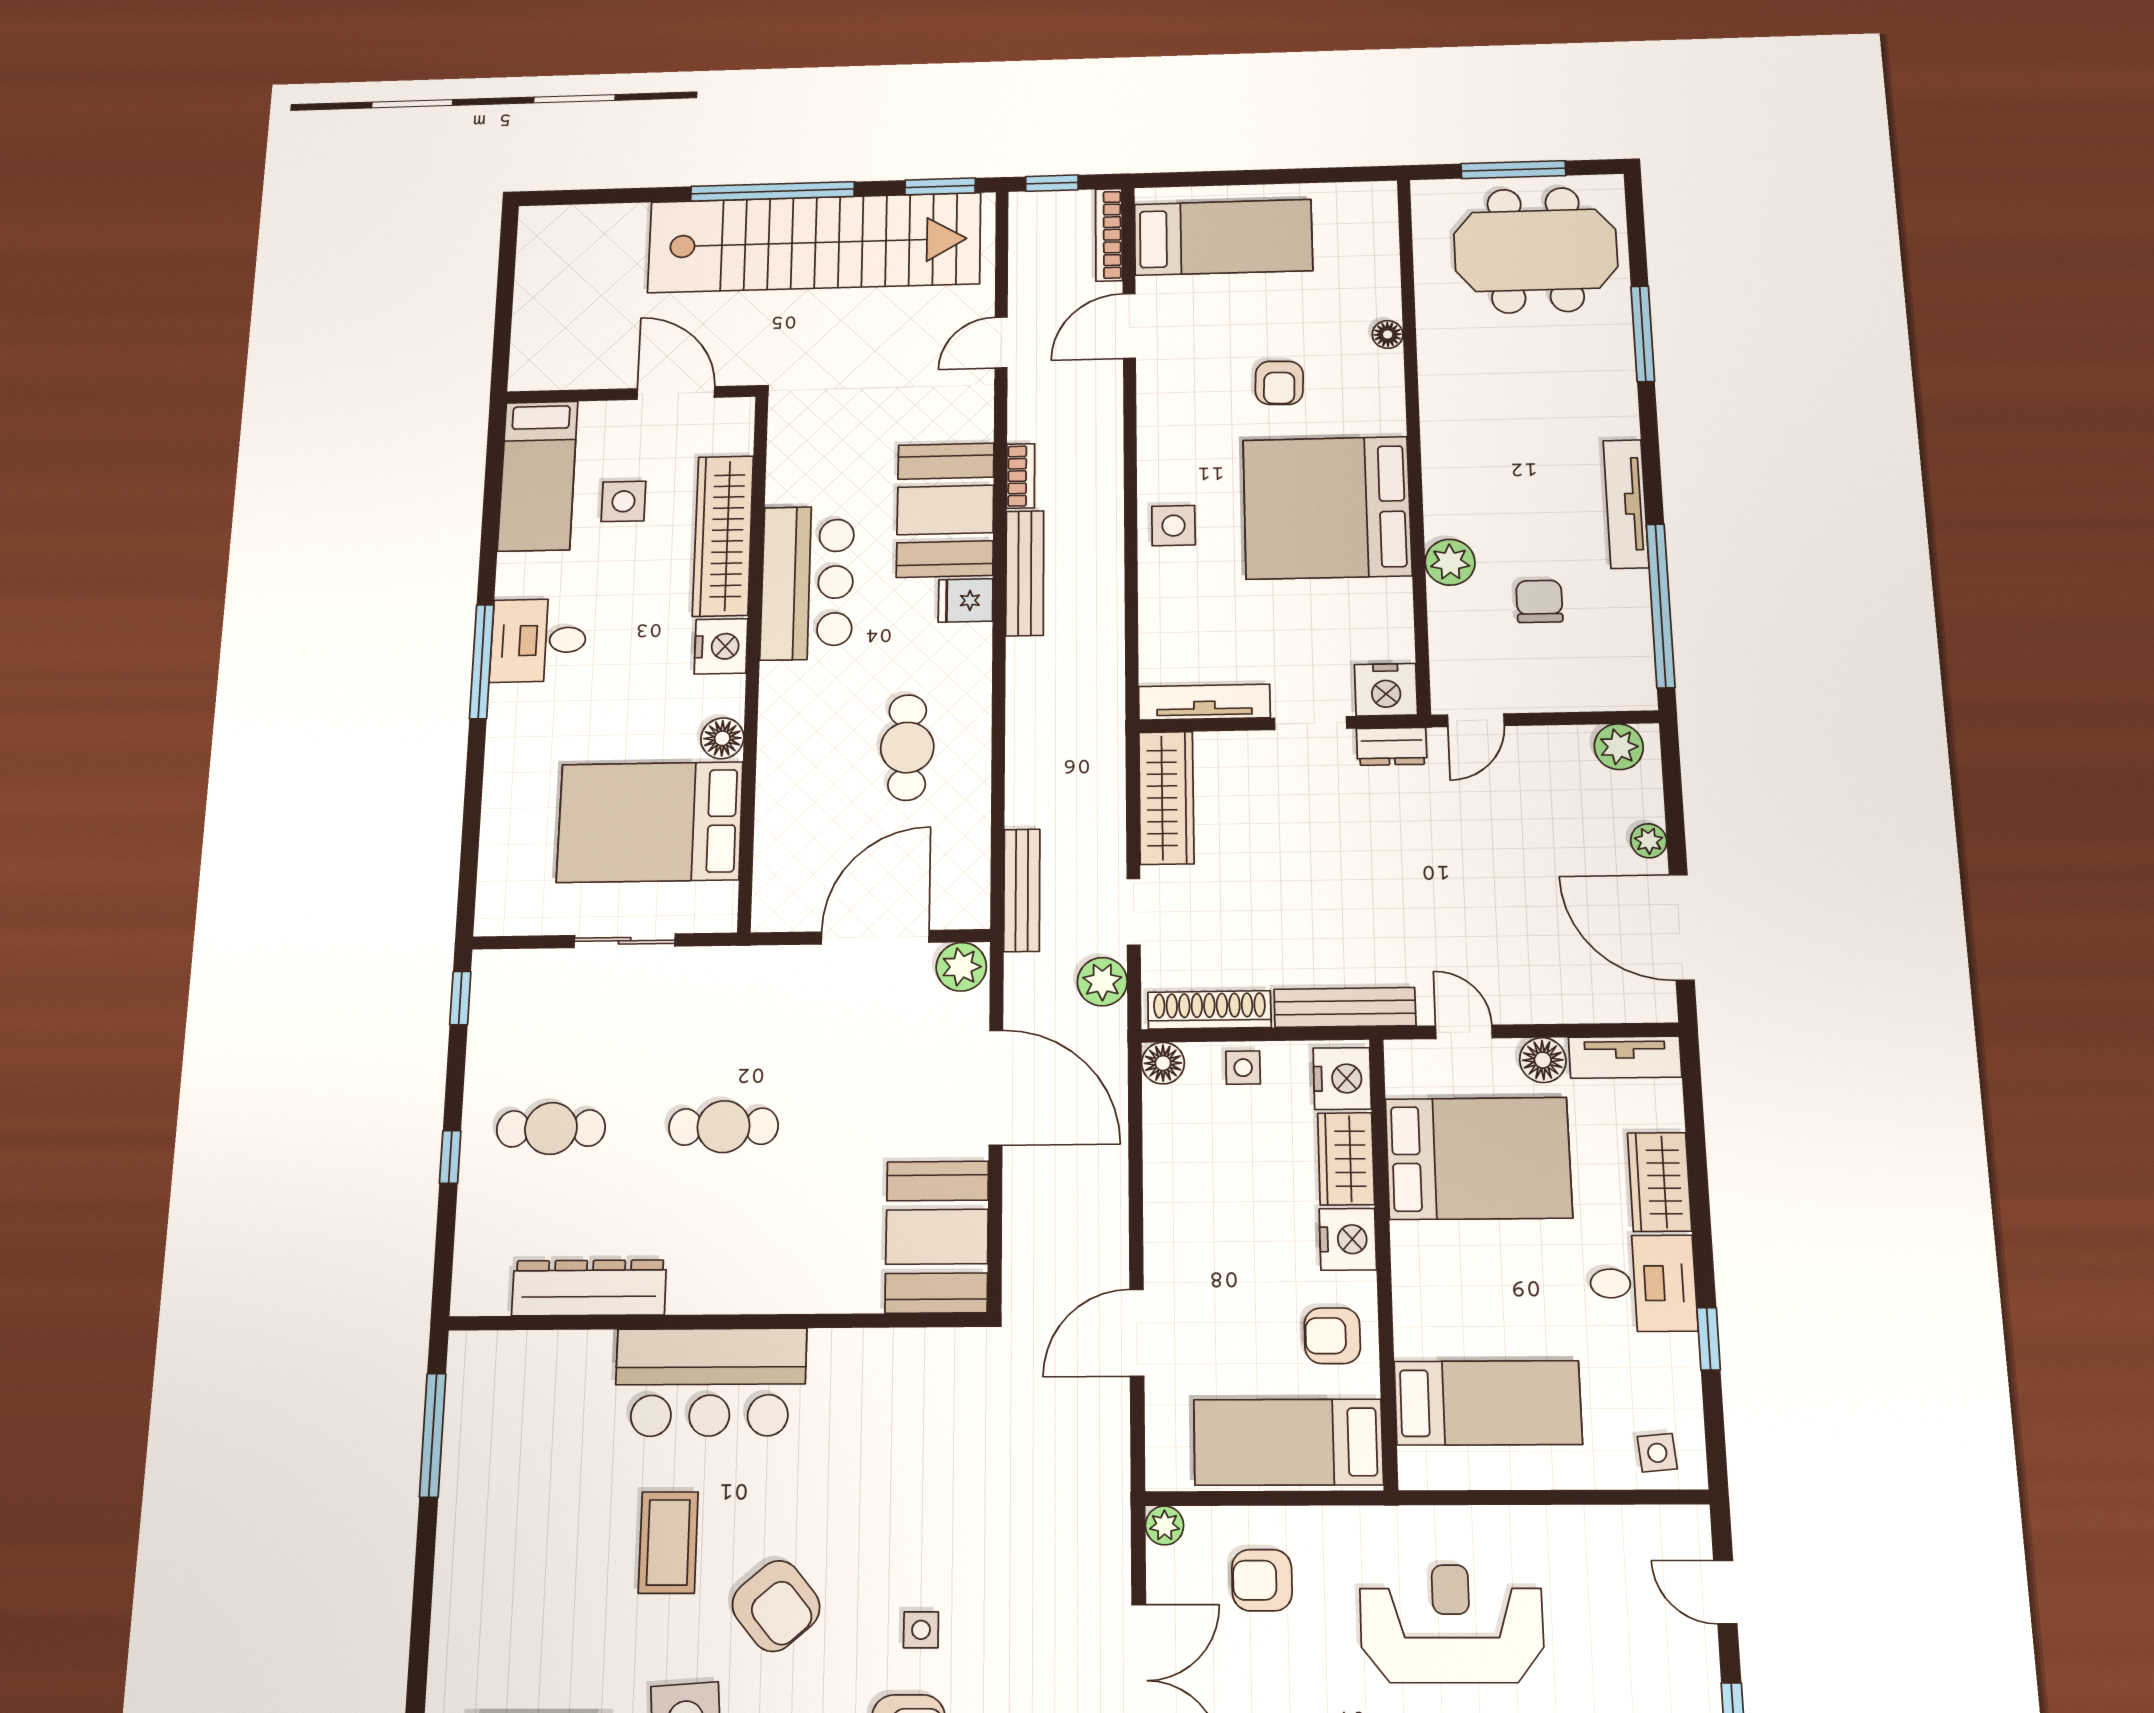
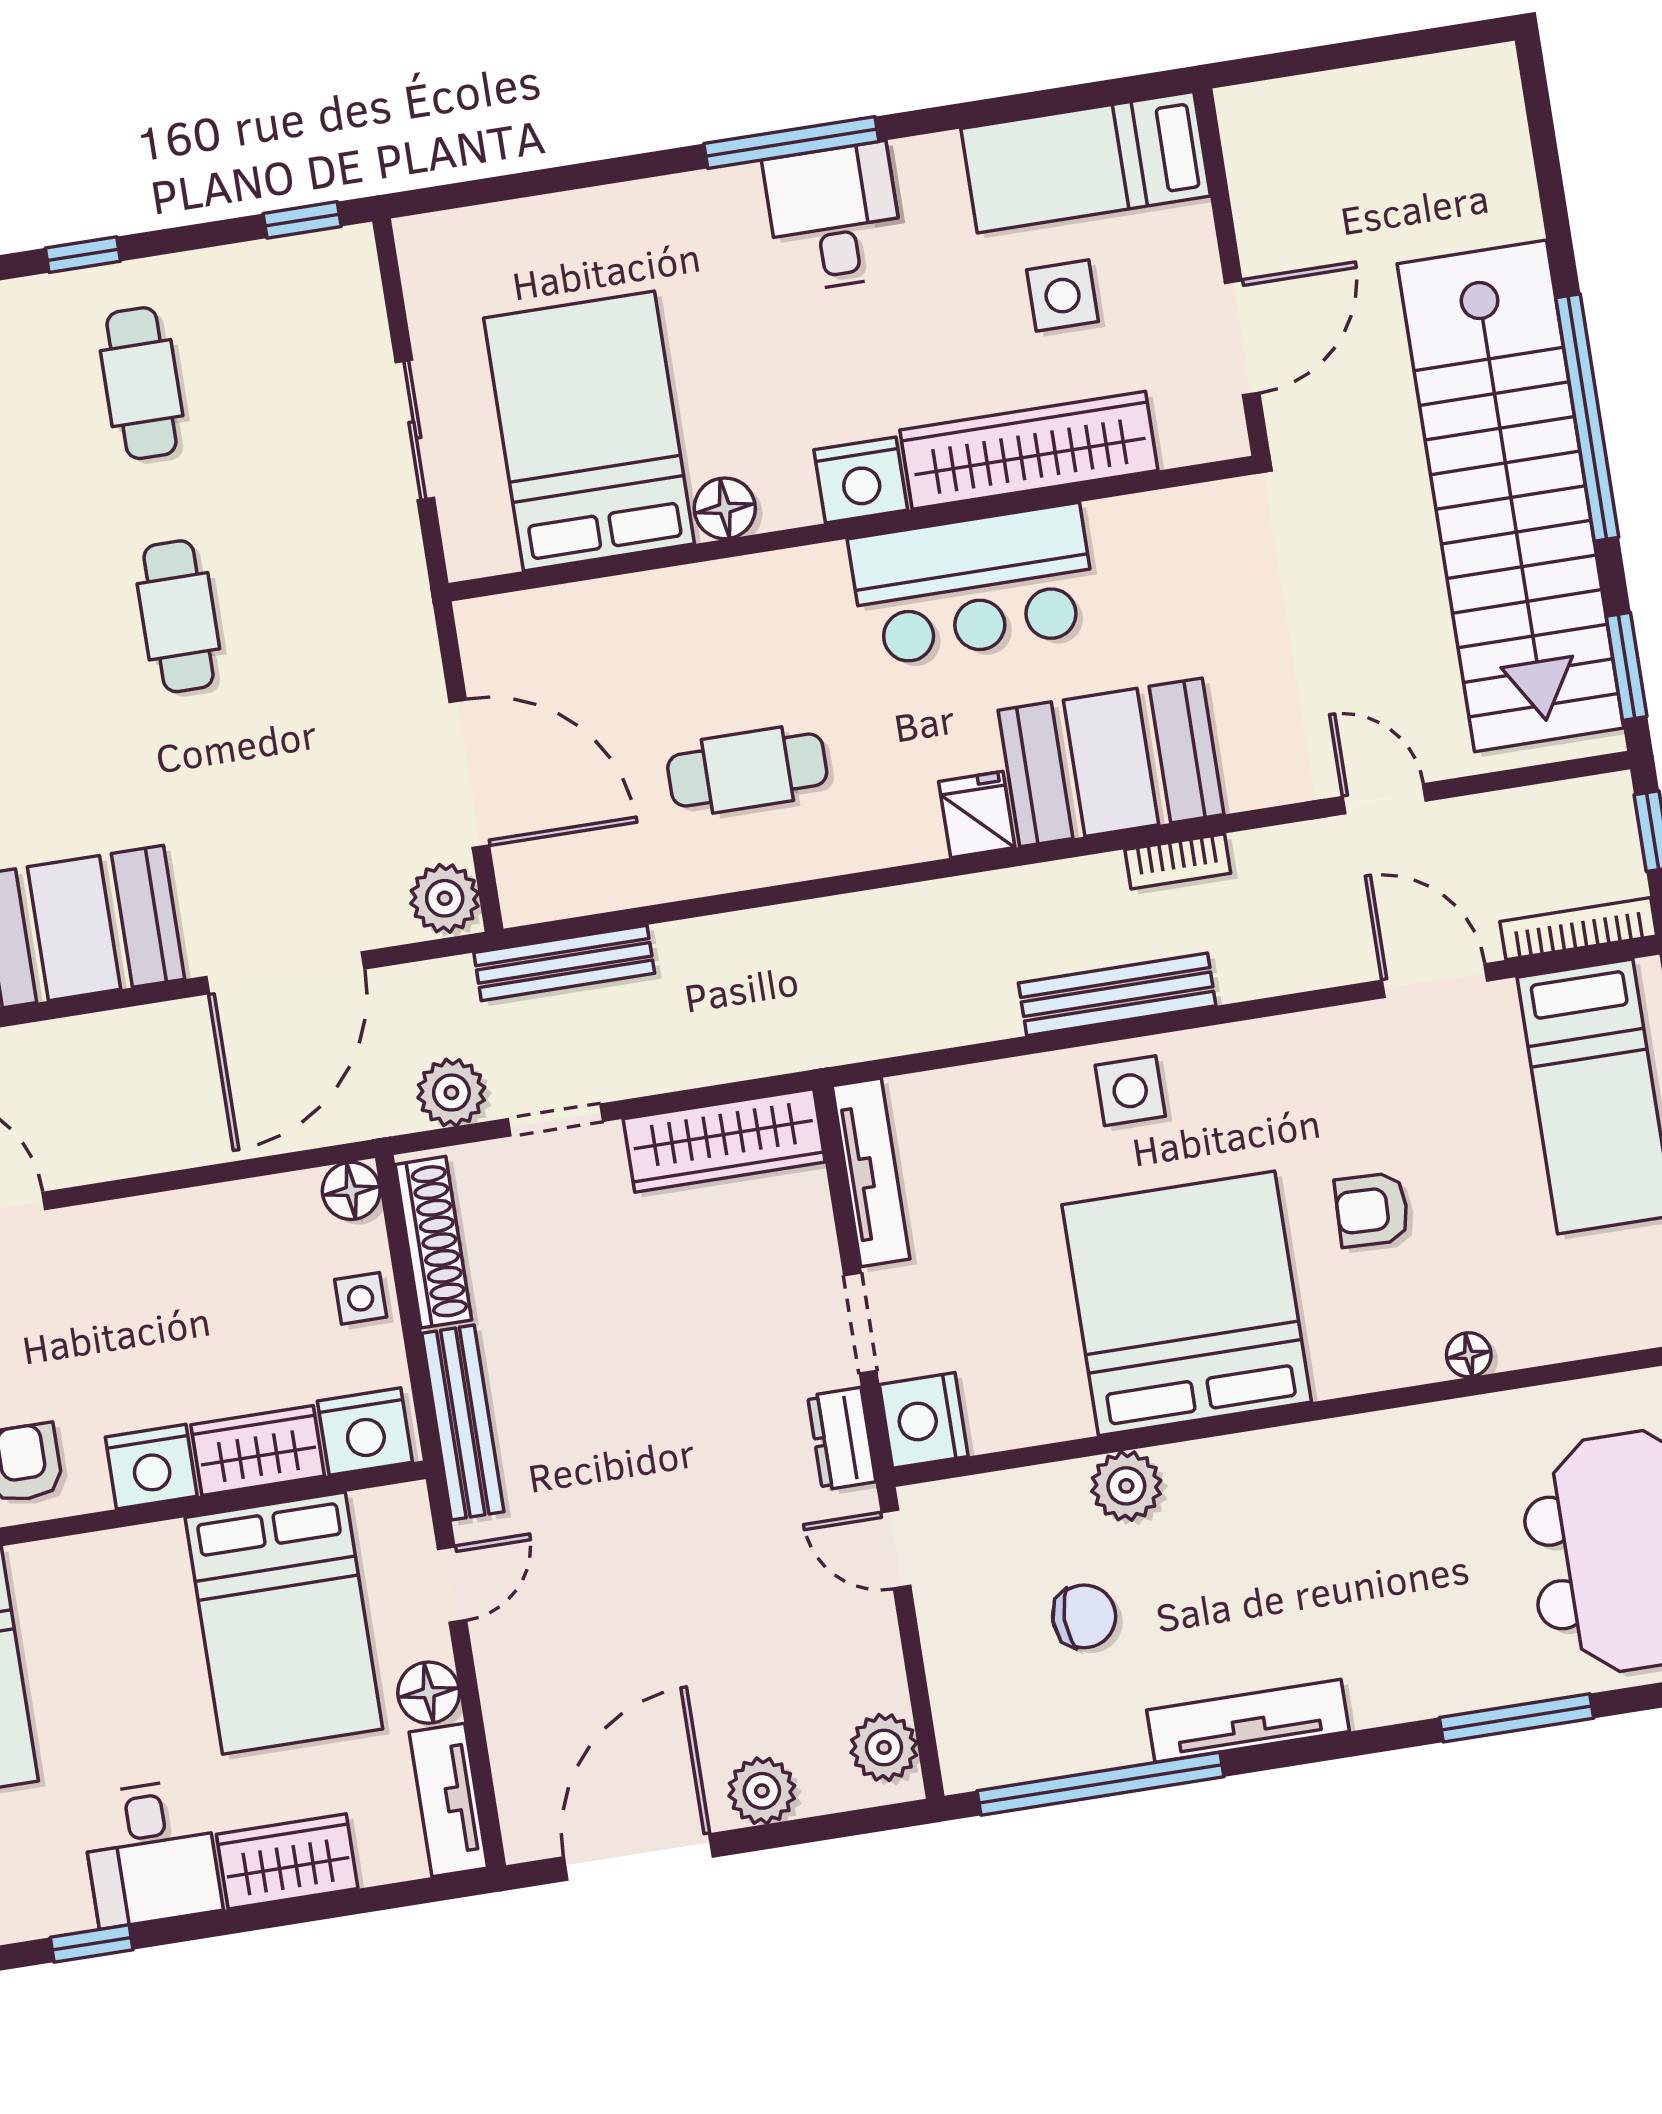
bench: (1025, 573) -> (1117, 994), moved
plant: (1649, 841) -> (762, 1791), width x1.38, depth x1.38

